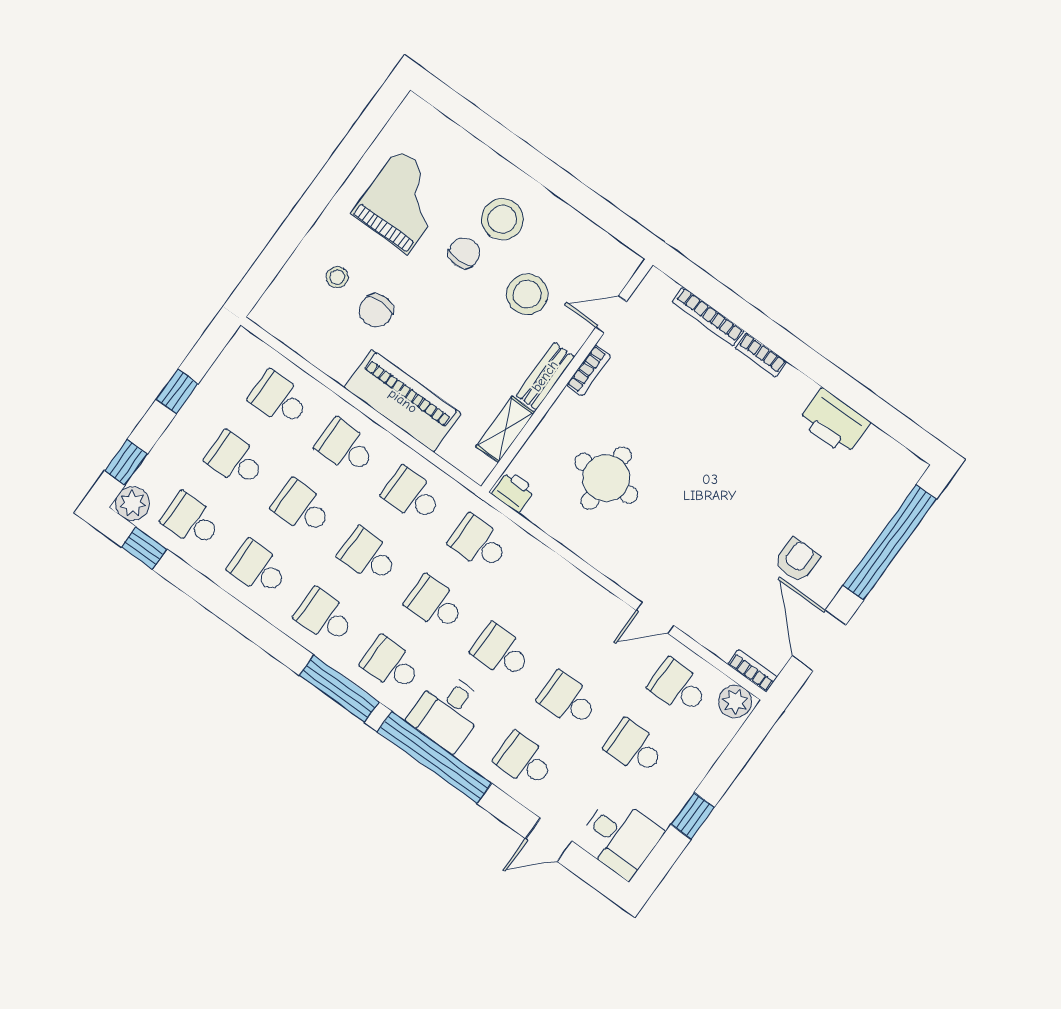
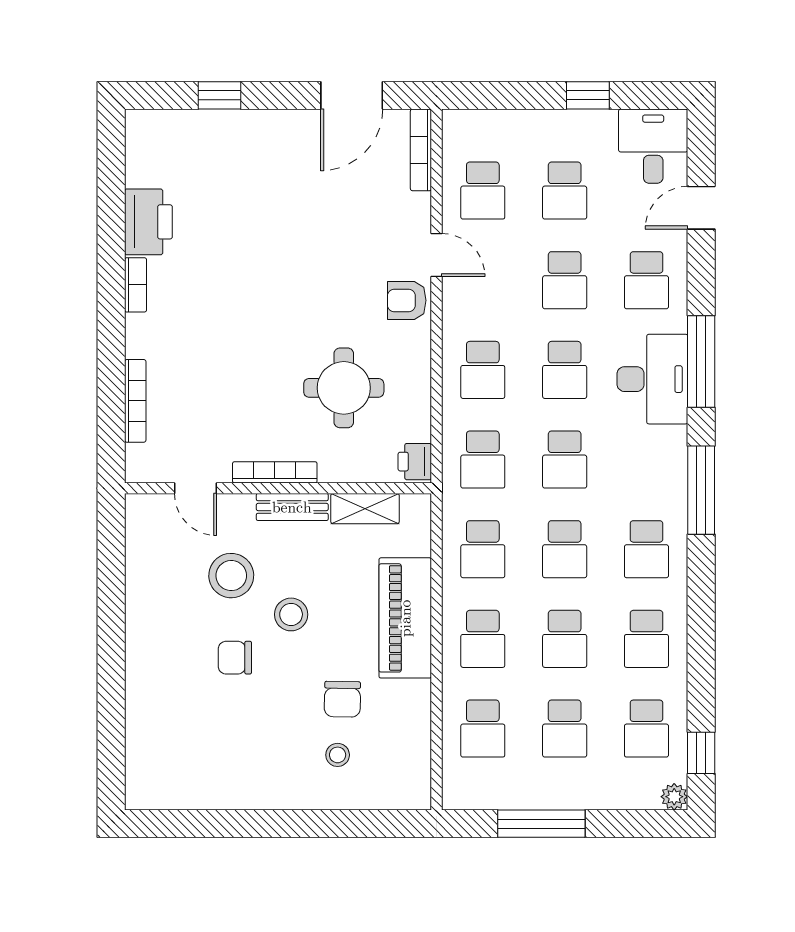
grand piano: (403, 201) -> (229, 745), removed
stool: (502, 219) -> (291, 614), moved, width x0.73, depth x0.73
chair: (376, 311) -> (342, 699), turned 91
bookcase: (761, 355) -> (136, 285), moved
bookcase: (589, 370) -> (275, 472), width x1.56
window: (177, 392) -> (541, 824), width x2.17
window: (126, 462) -> (637, 824), removed
plant: (132, 504) -> (674, 797), width x0.73, depth x0.73
window: (890, 542) -> (220, 95), width x0.32
armchair: (797, 560) -> (407, 300), moved
school desk: (391, 664) -> (483, 370), moved
bookcase: (752, 671) -> (421, 150), width x1.56
plant: (735, 702) -> (459, 131), removed
desk: (448, 712) -> (652, 379), width x1.37
window: (435, 758) -> (701, 361), width x0.68
door: (549, 840) -> (701, 208), swing flipped

